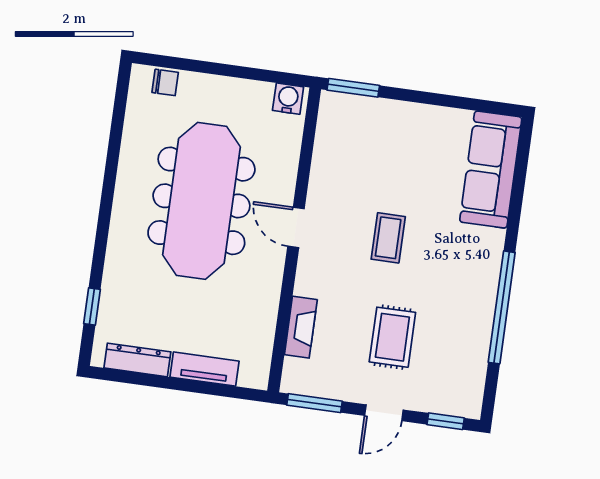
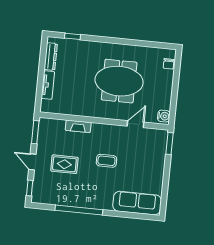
meeting table: (201, 201) -> (119, 81), width x0.73
door: (296, 227) -> (135, 124), moved
fireplace: (301, 327) -> (78, 126), moved

